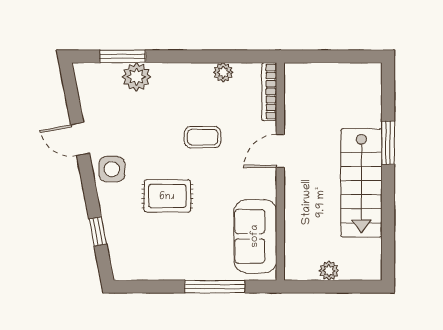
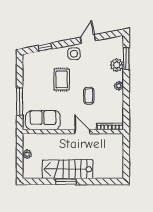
plant: (223, 72) -> (119, 86), moved
window: (388, 143) -> (66, 182), moved

